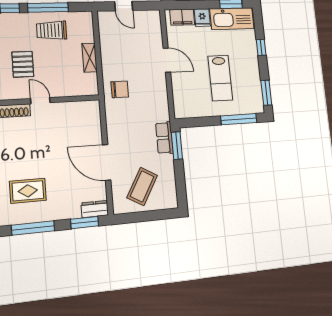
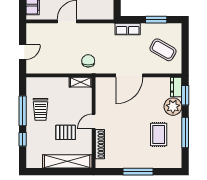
shelving: (89, 58) -> (81, 82), moved
window: (177, 146) -> (156, 20), moved
door: (107, 162) -> (129, 75), moved
plant: (68, 207) -> (173, 107), added

